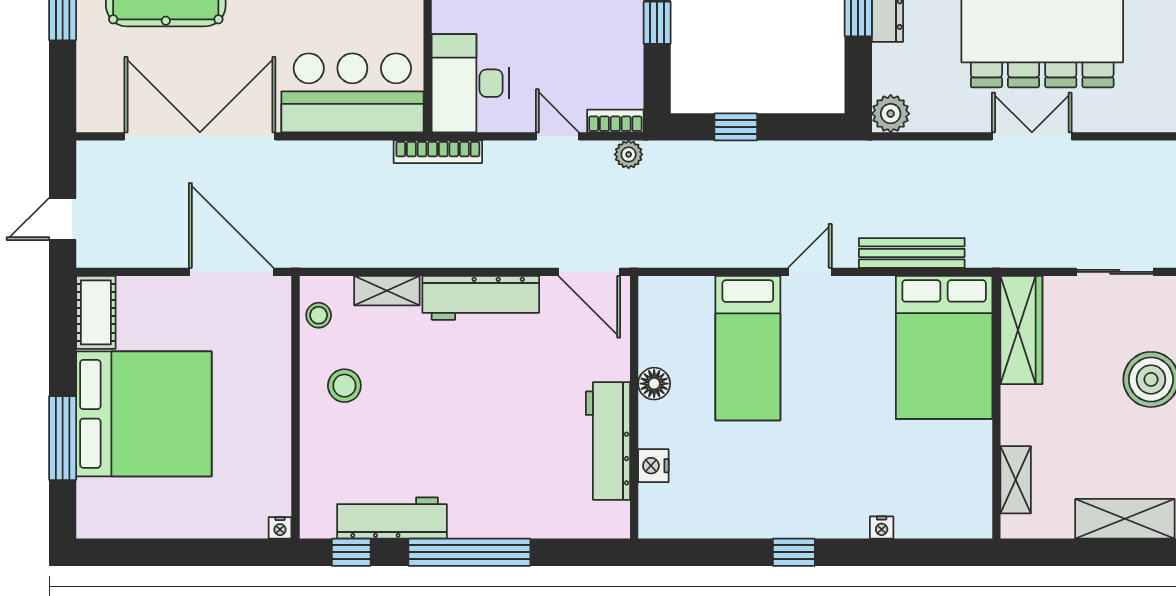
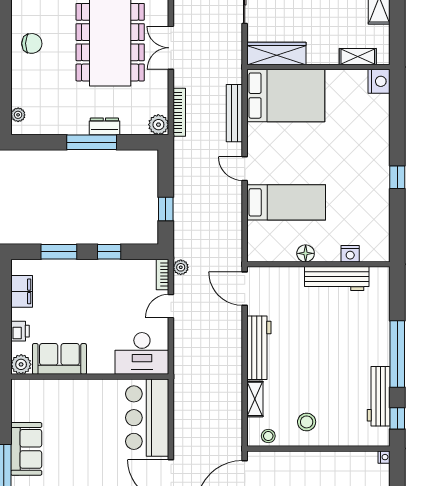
bookcase: (438, 152) -> (179, 112), moved
door: (589, 272) -> (245, 289), swing flipped
nightstand: (882, 528) -> (379, 81), moved, width x1.89, depth x1.79

